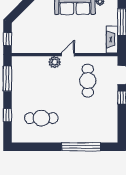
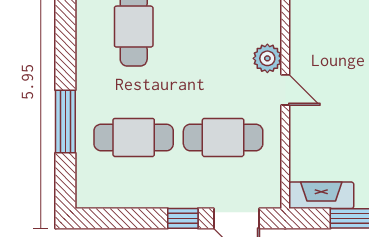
cafe table: (88, 118) -> (134, 137), added
window: (81, 147) -> (65, 122), width x0.68

